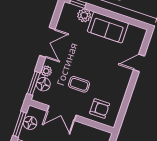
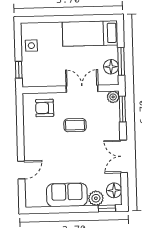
plant: (46, 71) -> (113, 97), moved
floor lamp: (43, 84) -> (114, 190), moved

